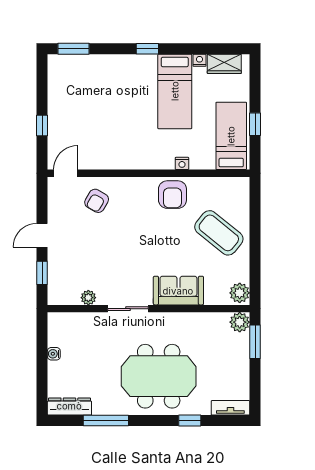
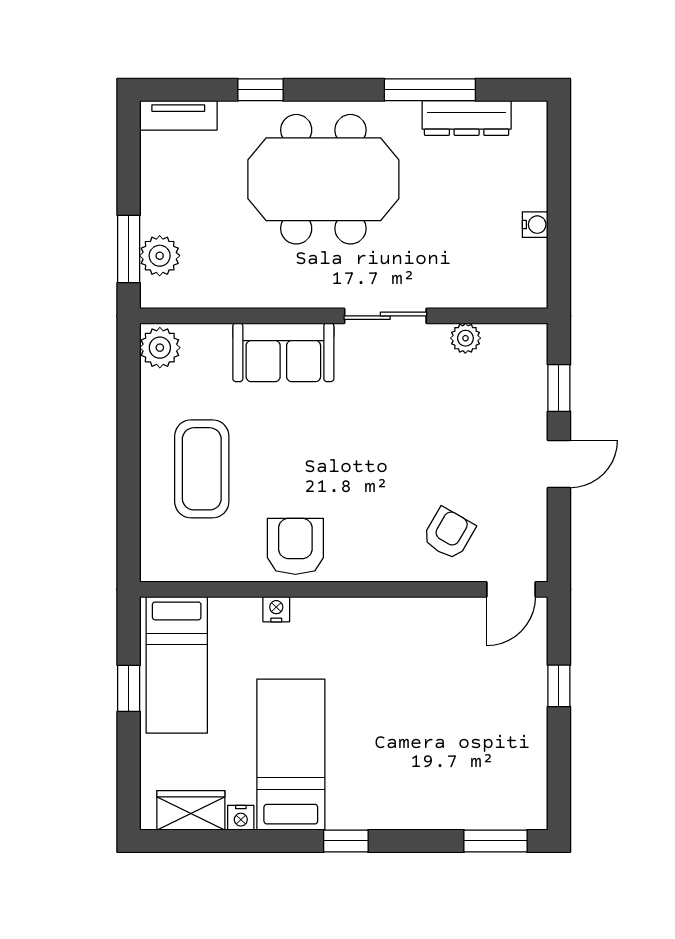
coffee table: (219, 233) -> (202, 469), turned 51
plant: (240, 322) -> (160, 256), moved
dresser: (69, 406) -> (467, 118), moved

